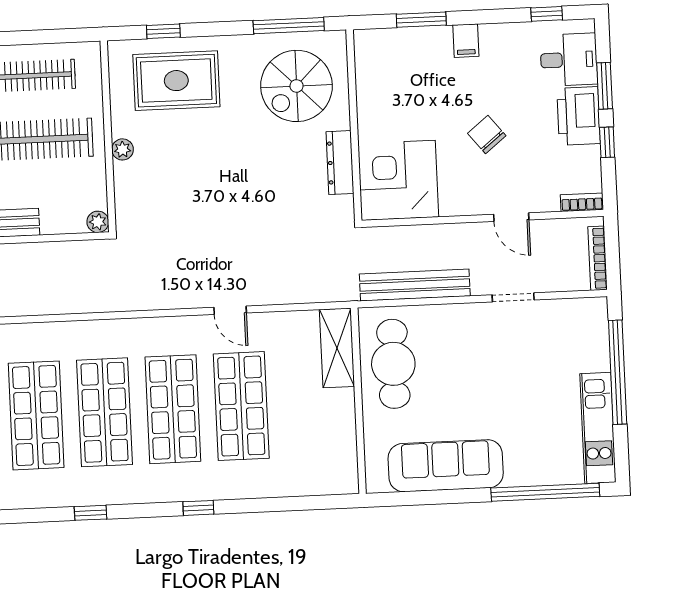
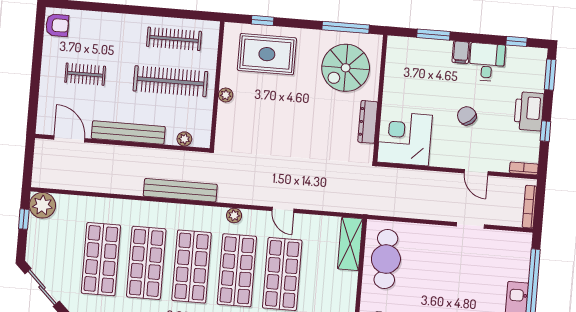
desk: (569, 60) -> (487, 62), moved, turned -90
window: (605, 86) -> (550, 75), moved
plant: (98, 222) -> (184, 139), moved
bench: (415, 285) -> (180, 190), moved
plant: (158, 328) -> (234, 216), added

